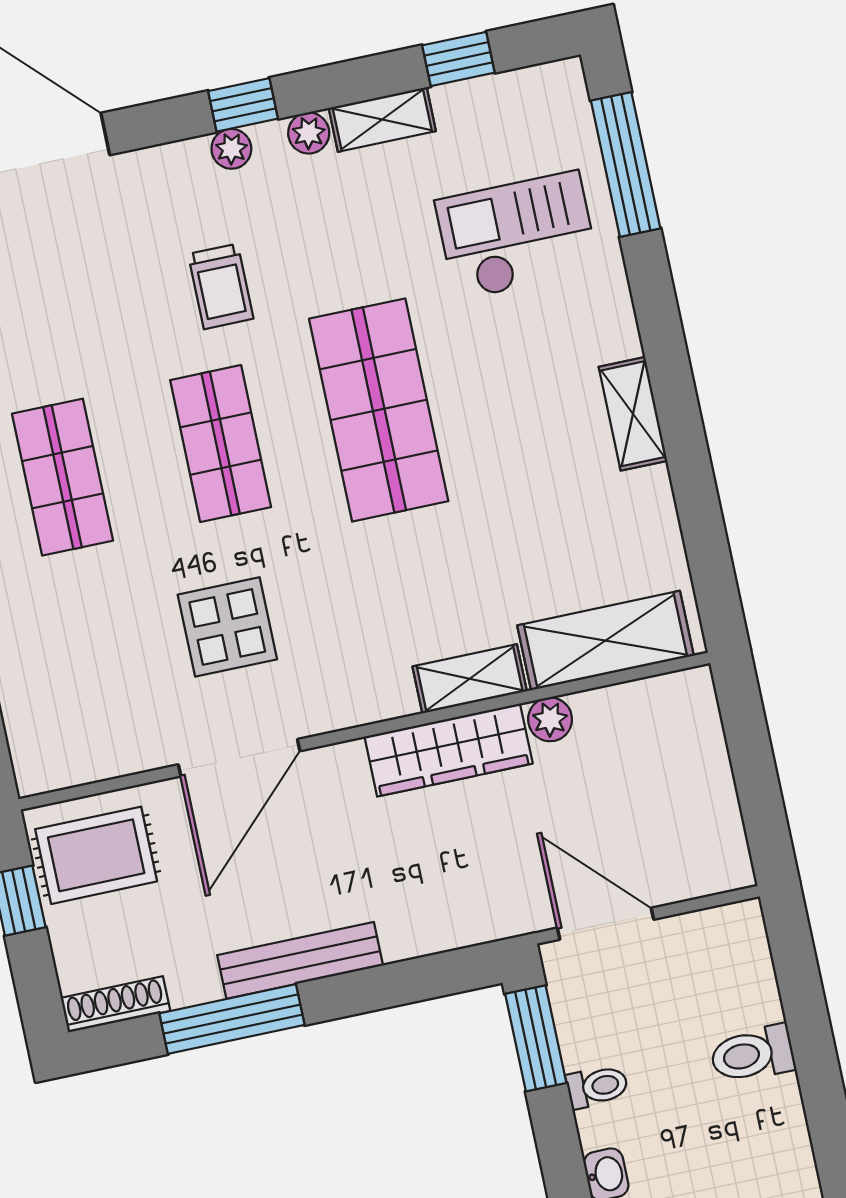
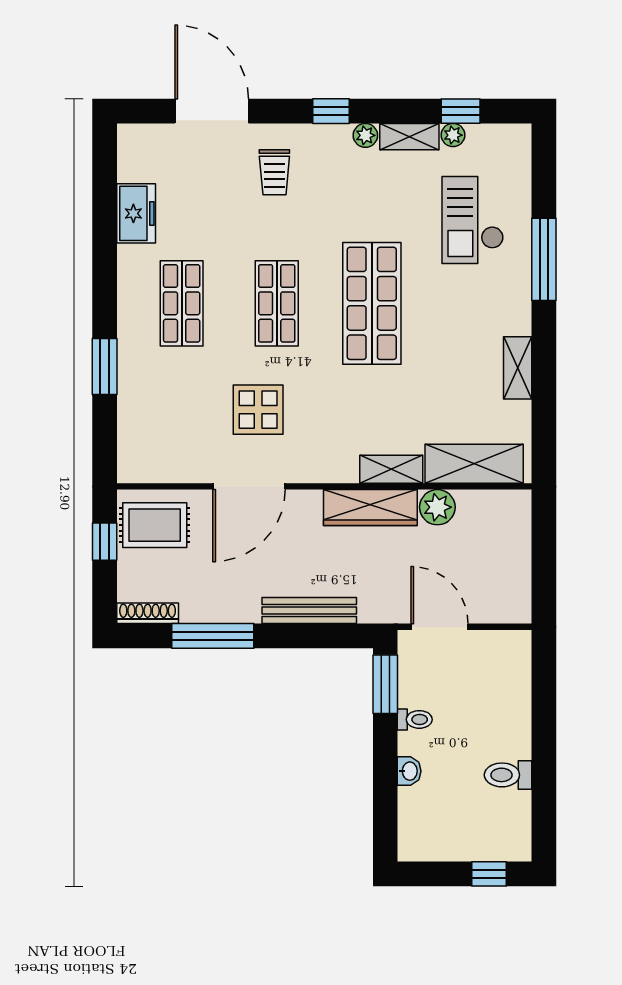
plant: (231, 149) -> (453, 135), moved
window: (626, 165) -> (544, 259), moved
checkout: (517, 236) -> (473, 220), turned -90
trolley: (221, 286) -> (274, 172), moved
shelving: (633, 414) -> (518, 368), moved
plant: (550, 719) -> (437, 507), width x1.38, depth x1.38
bench: (300, 960) -> (309, 611), moved
toilet: (752, 1054) -> (508, 775), moved

